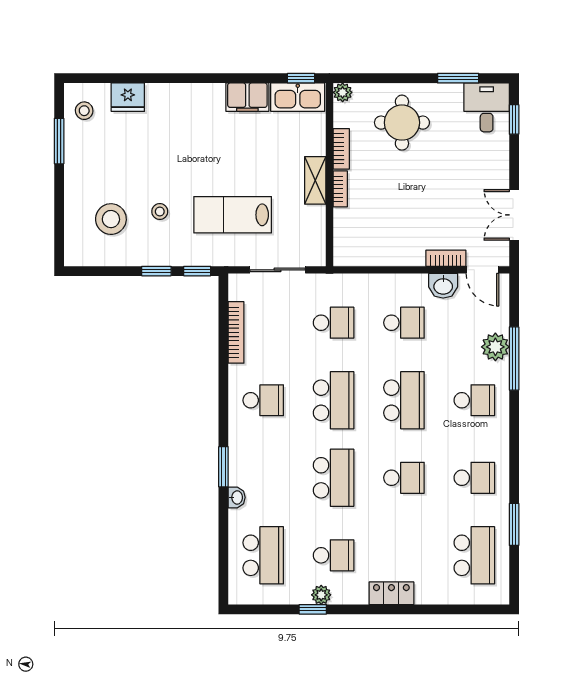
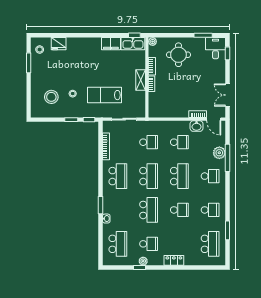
school desk: (263, 400) -> (118, 176), width x1.85

